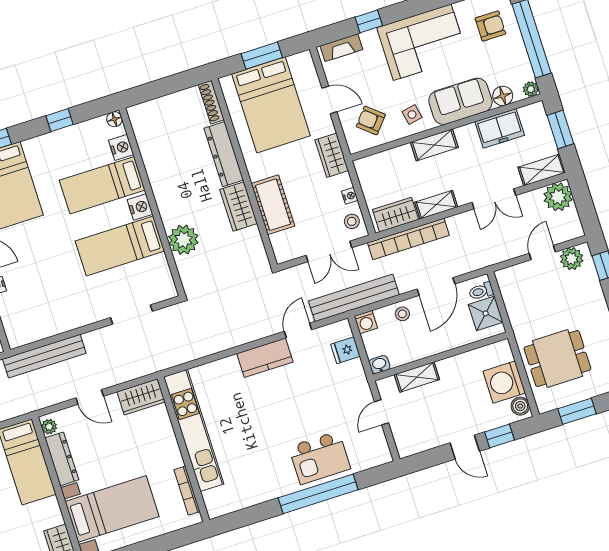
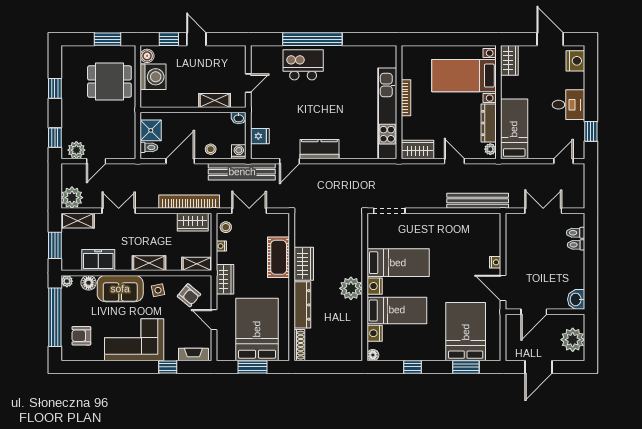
shelving: (436, 205) -> (197, 264), moved
plant: (183, 240) -> (351, 288), moved
doorway: (132, 314) -> (389, 211), moved
bookcase: (187, 491) -> (406, 98), moved

